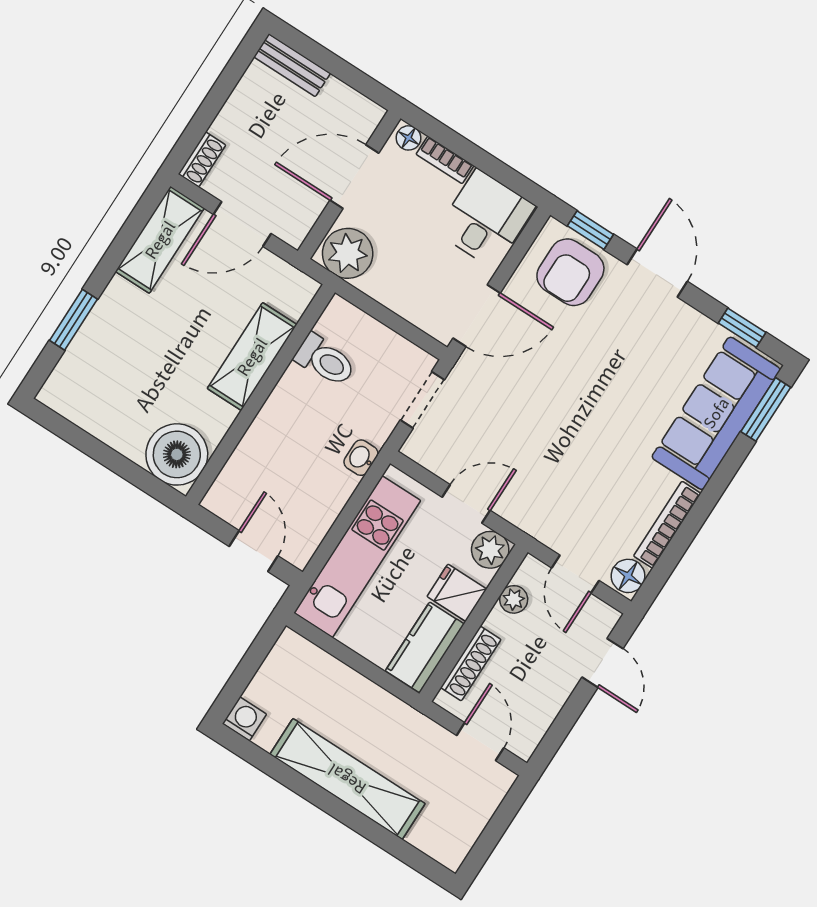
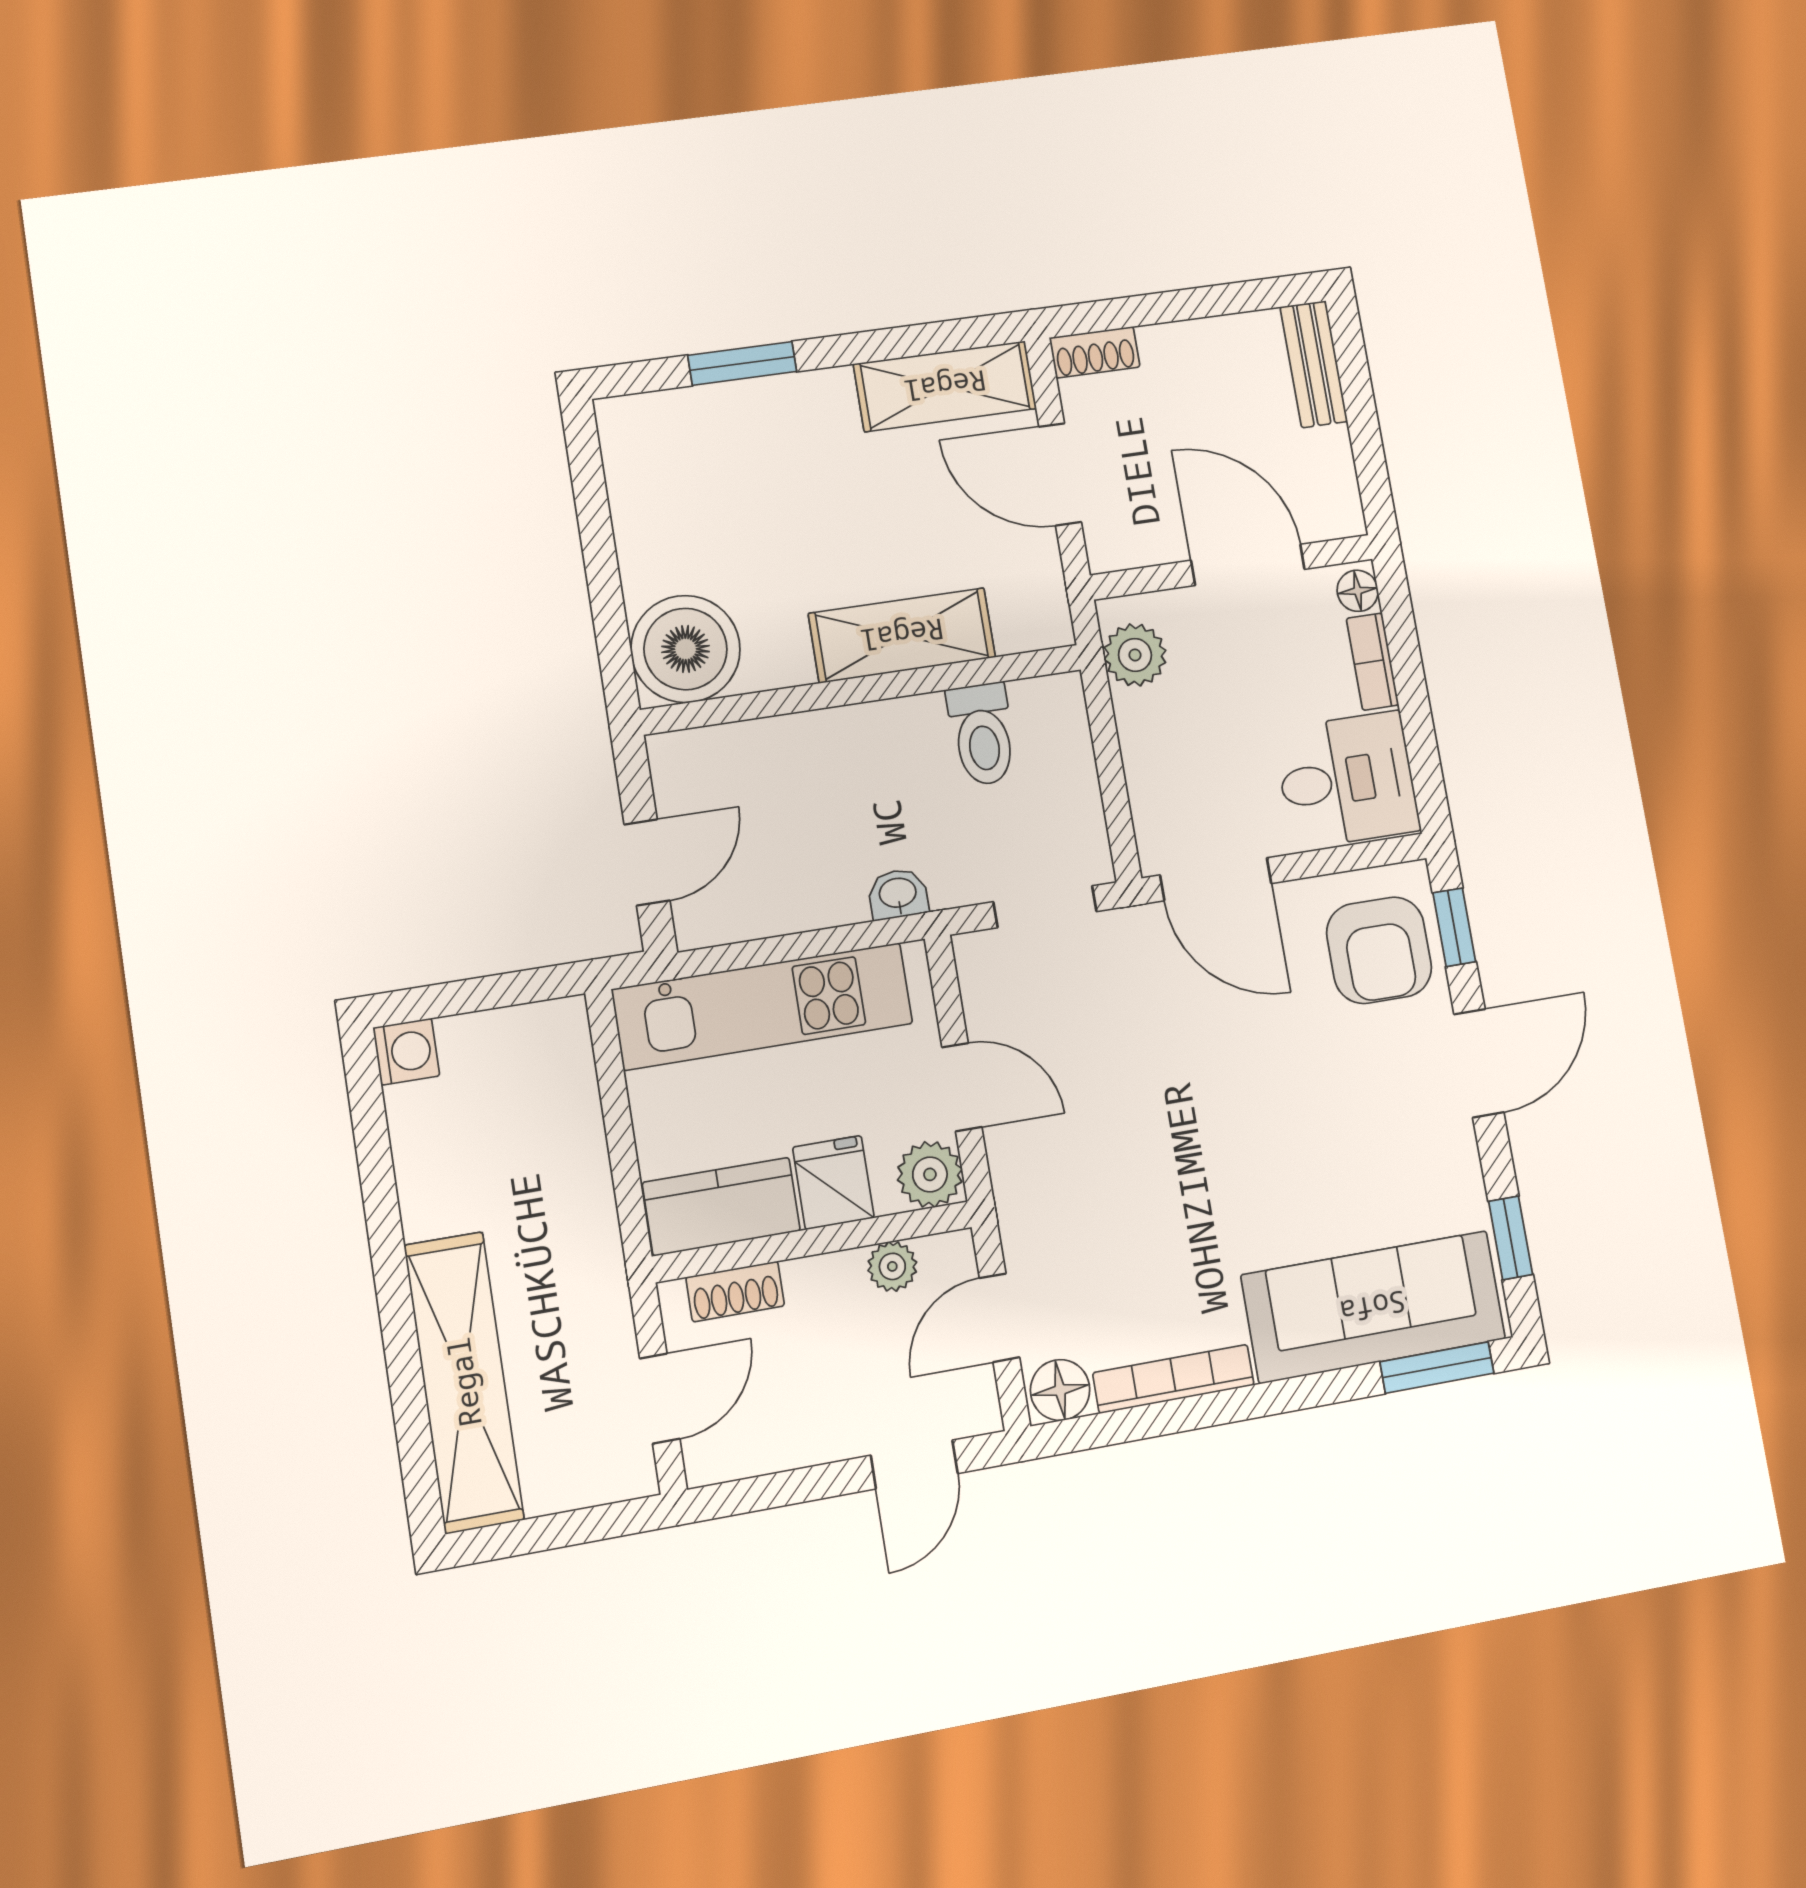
plant: (348, 253) -> (1135, 655), width x0.73, depth x0.73
armchair: (570, 272) -> (1379, 950), turned -90
shoe rack: (471, 663) -> (735, 1291), width x0.70
shelving: (347, 779) -> (464, 1382), moved

